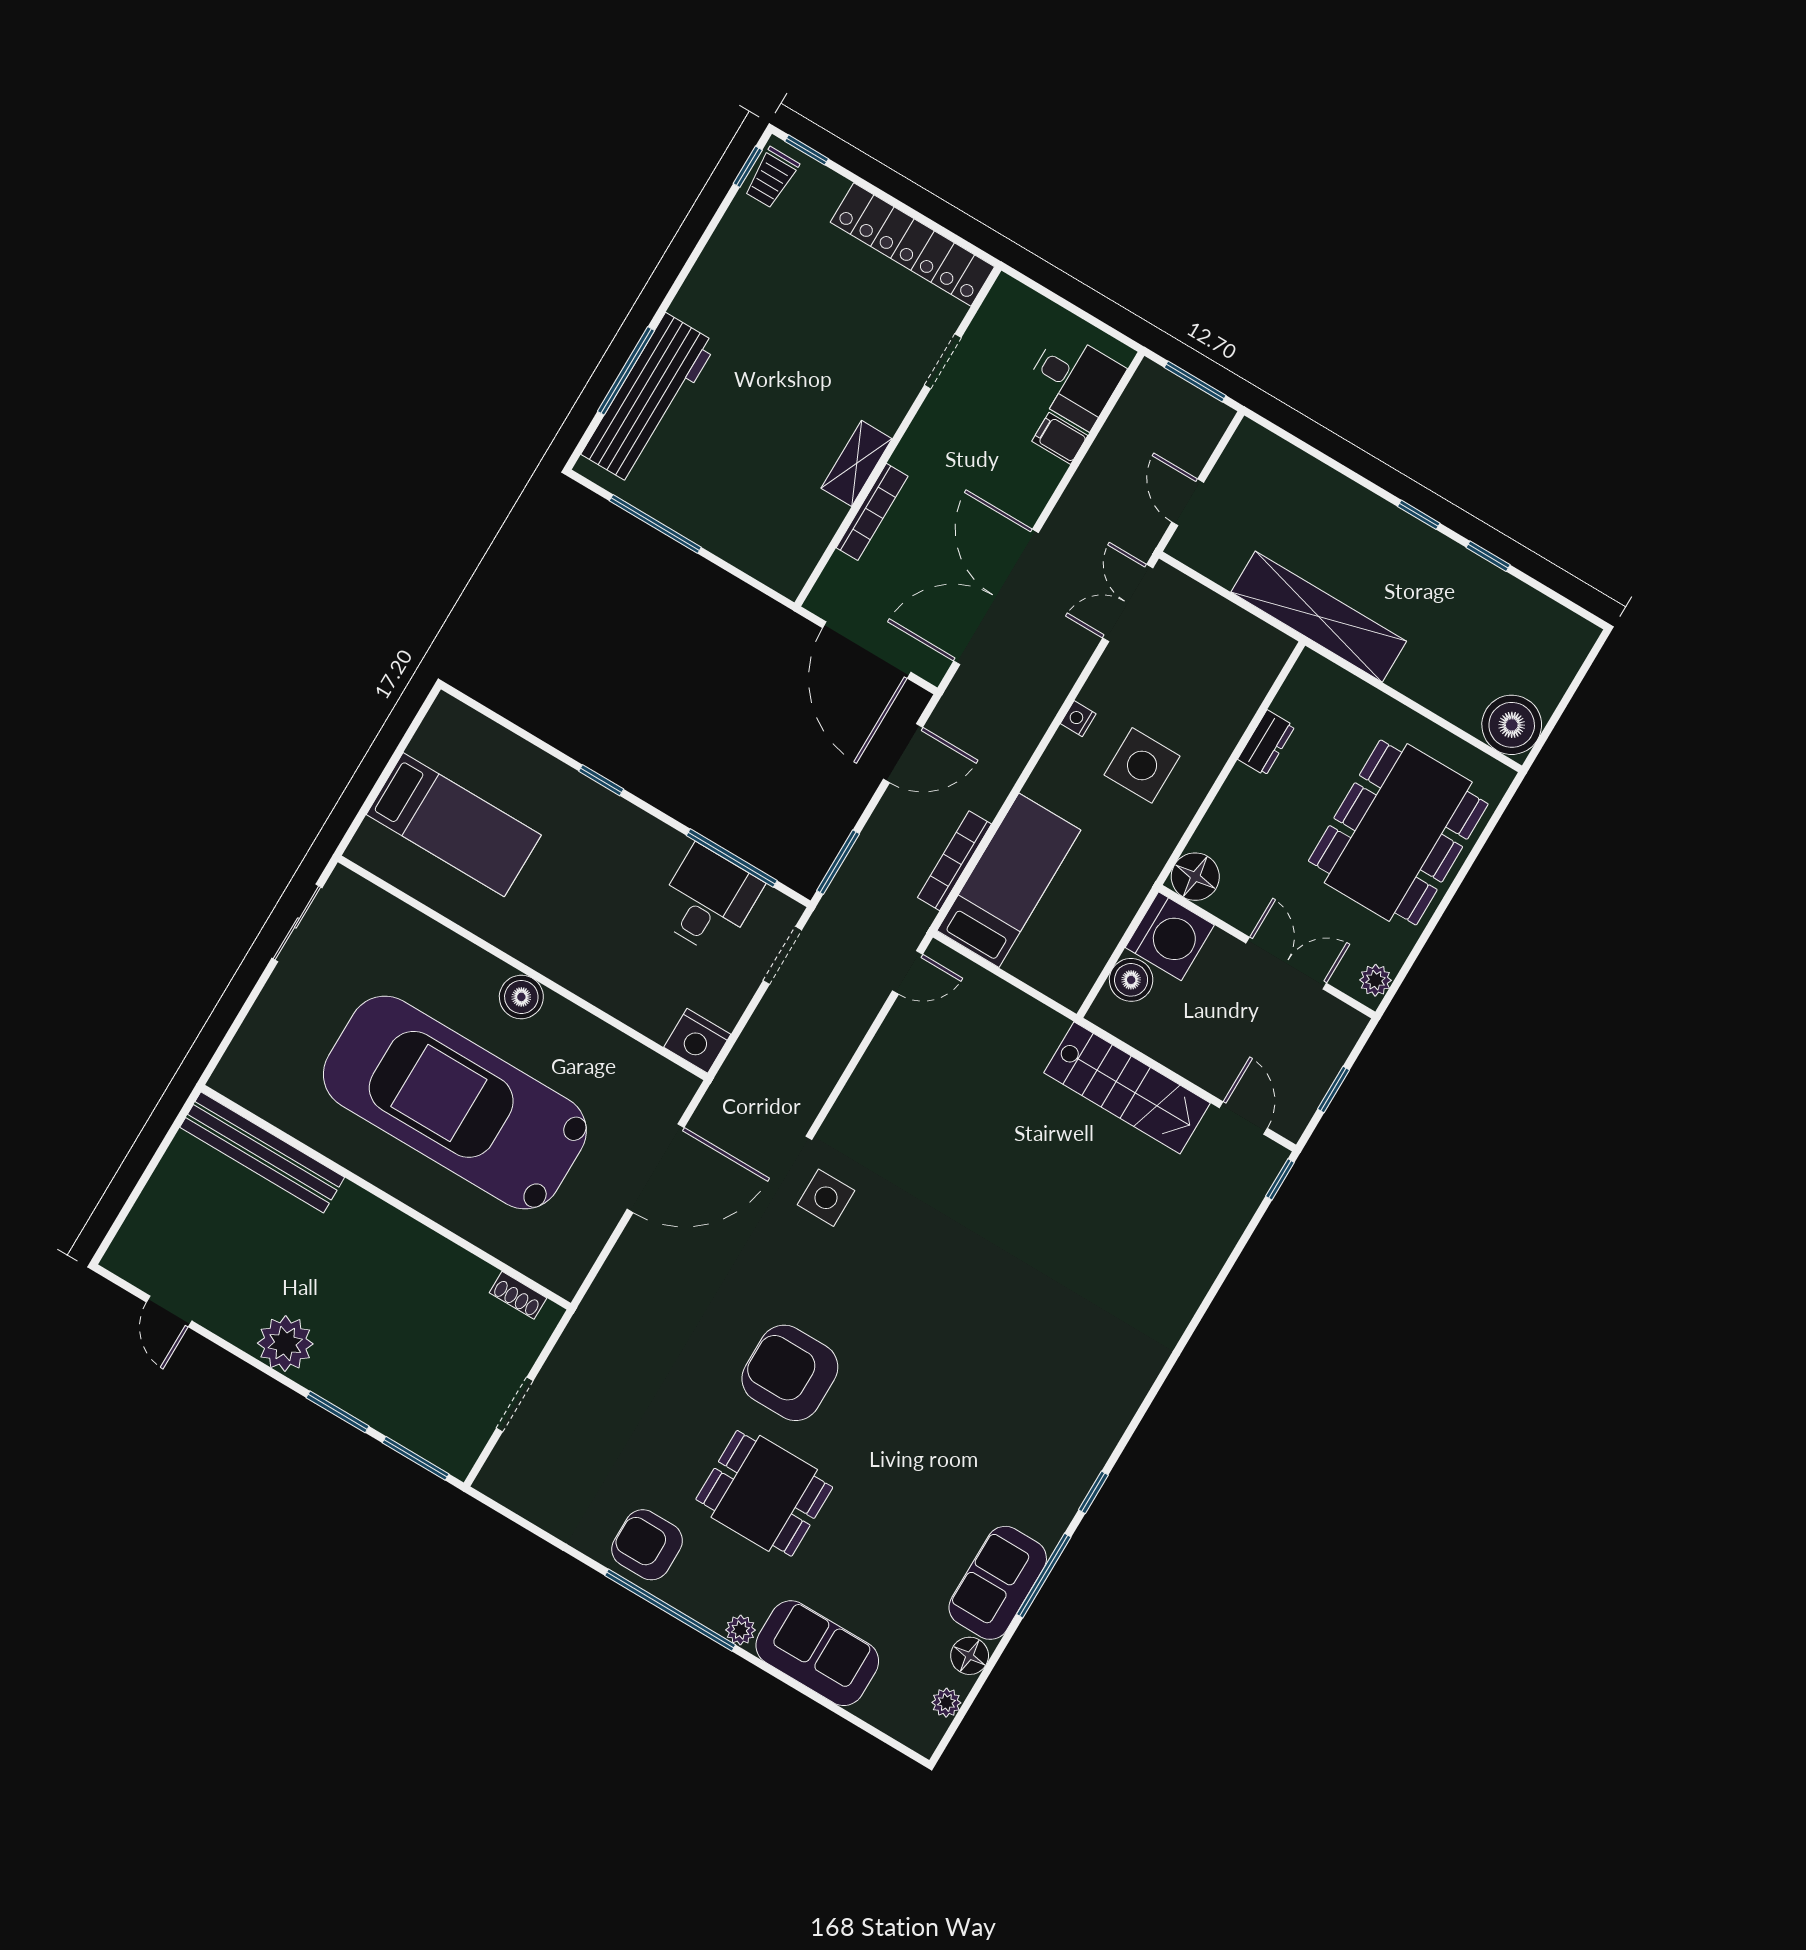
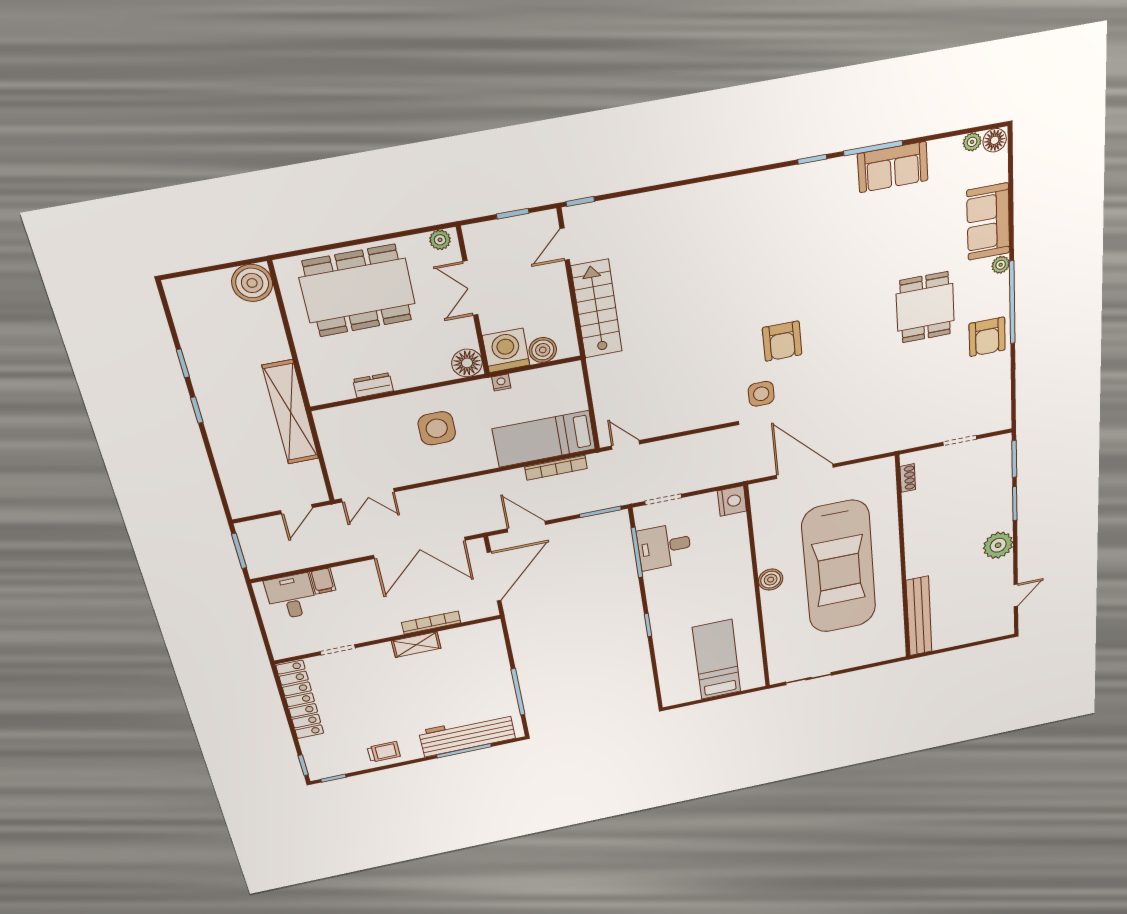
trolley: (772, 178) -> (384, 752), moved
nightstand: (1078, 719) -> (501, 382), moved, turned 180
armchair: (790, 1373) -> (782, 341), moved, width x0.73, depth x0.73
floor lamp: (970, 1656) -> (995, 140), moved

